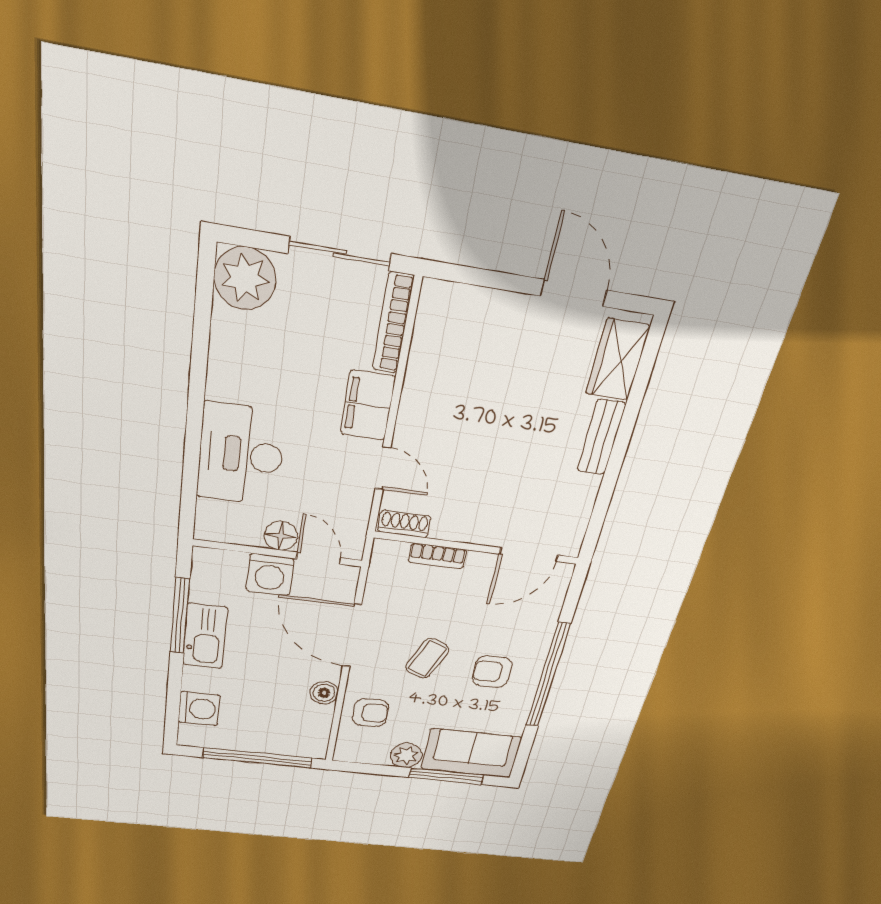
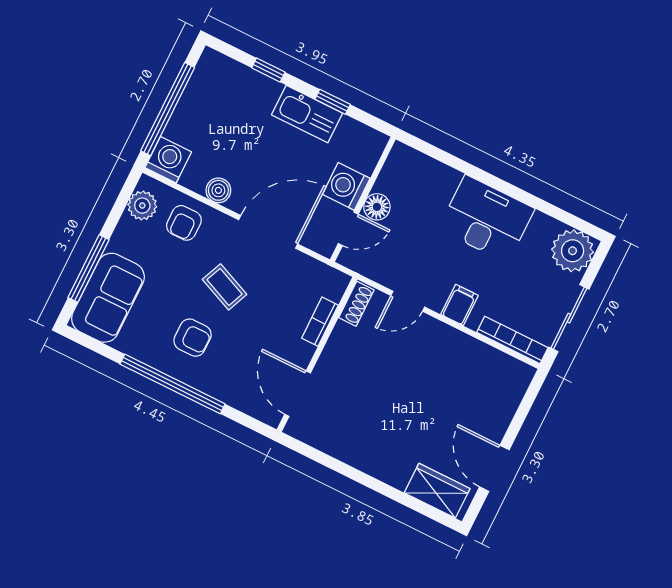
door: (574, 293) -> (494, 468), swing flipped
filing cabinet: (368, 405) -> (459, 305), width x0.50
bench: (601, 437) -> (381, 468), removed
desk: (241, 455) -> (486, 219), moved
window: (180, 616) -> (333, 102), width x0.46
armchair: (492, 672) -> (193, 338), turned 90
window: (174, 685) -> (268, 70), added
washing machine: (199, 709) -> (168, 160), moved, turned 180
plant: (406, 756) -> (142, 206), moved

